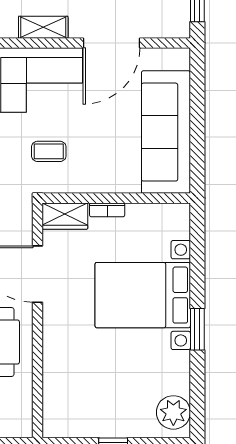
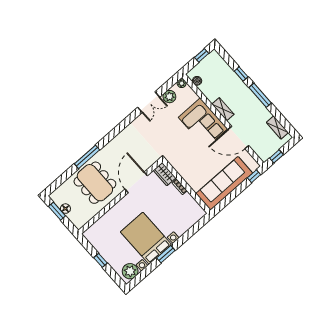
window: (197, 73) -> (254, 176), added
coffee table: (49, 151) -> (182, 149), removed
bed with nightstands: (143, 295) -> (146, 238), moved

